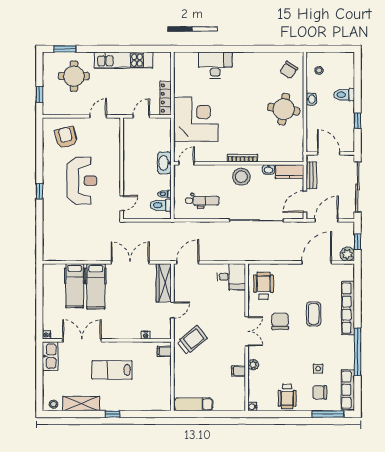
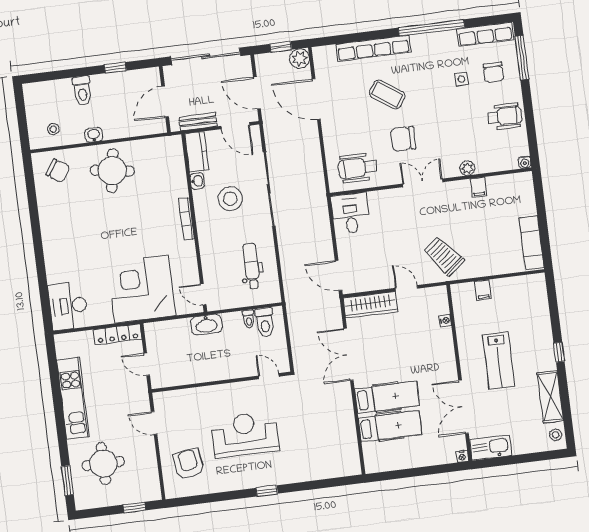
desk: (215, 65) -> (68, 306), moved
armchair: (66, 137) -> (189, 464), turned 94
stool: (241, 177) -> (230, 199), moved
coffee table: (314, 314) -> (387, 94), turned 35
filing cabinet: (164, 351) -> (483, 290), moved

